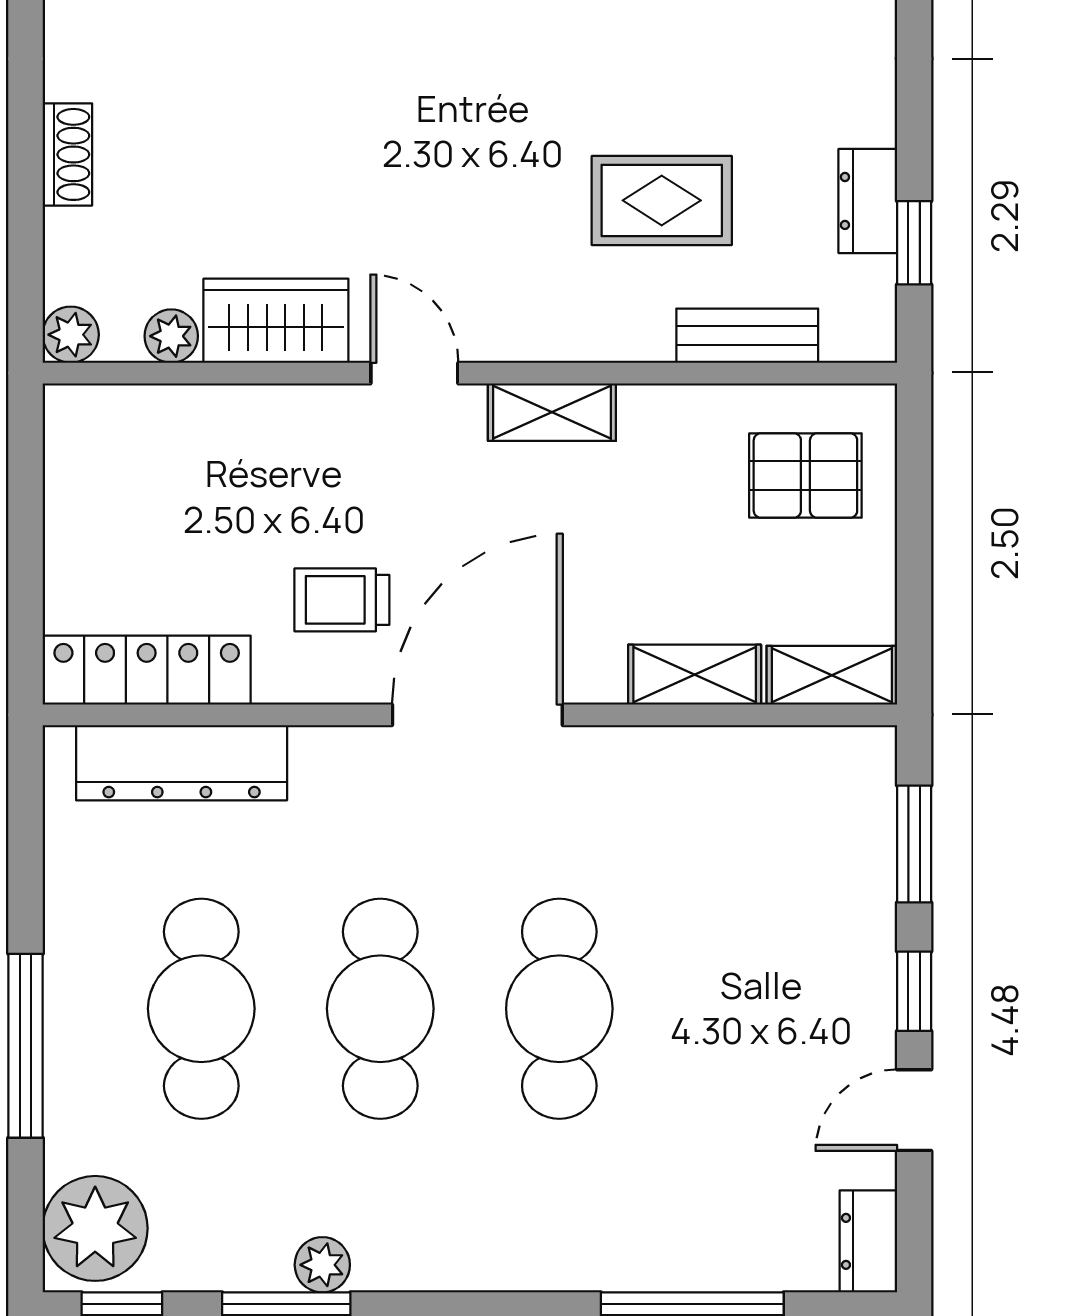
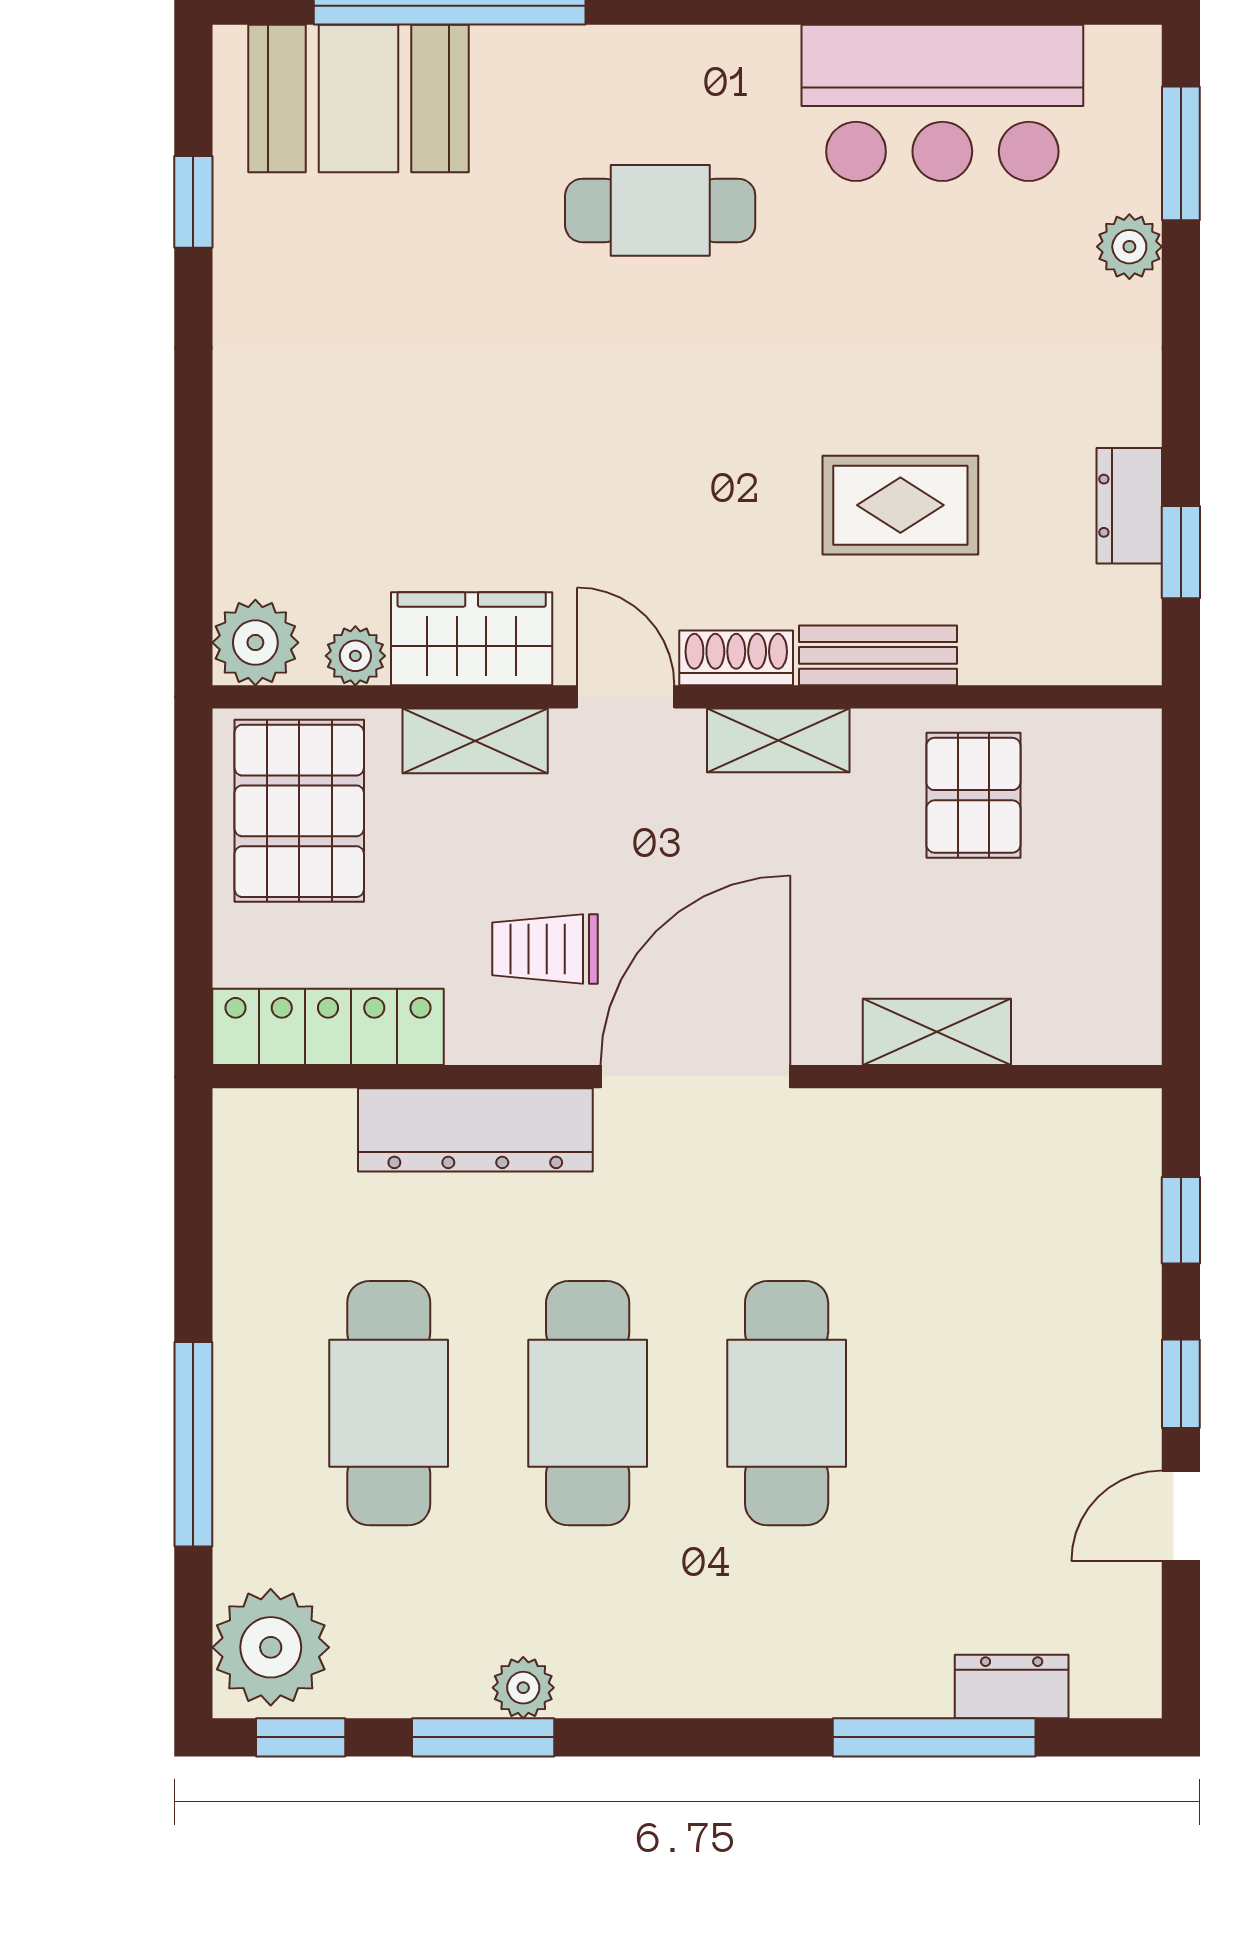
shoe rack: (67, 154) -> (736, 658), moved, turned -90
plant: (71, 335) -> (255, 643), width x1.38, depth x1.38
bench: (747, 336) -> (878, 655), moved
pallet: (121, 476) -> (299, 811), added
pallet: (805, 476) -> (973, 795), moved, turned 90
shelving: (832, 675) -> (475, 741), moved
dresser: (182, 763) -> (475, 1130), moved
window: (914, 844) -> (1181, 1220), width x0.67
dresser: (868, 1241) -> (1012, 1687), moved, turned 90

